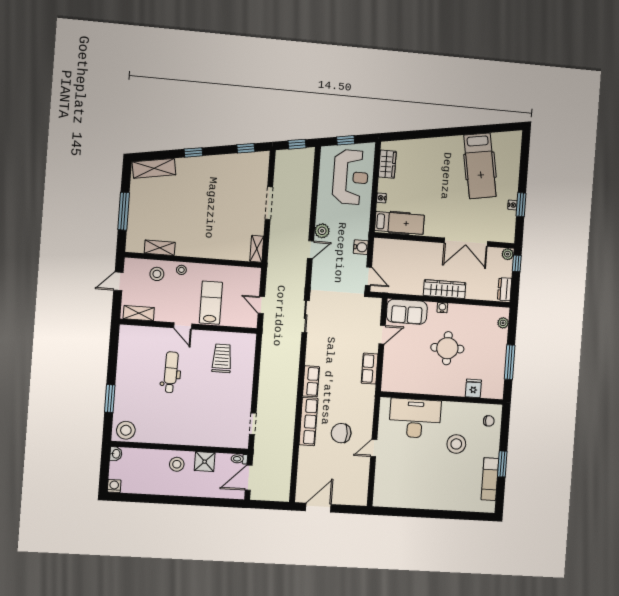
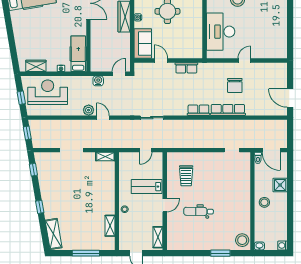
stool: (157, 274) -> (129, 226), removed
trolley: (222, 358) -> (186, 176), turned -90
door: (374, 448) -> (244, 60), swing flipped
shower: (205, 462) -> (280, 185), moved

